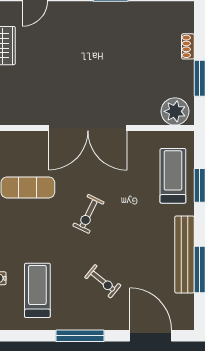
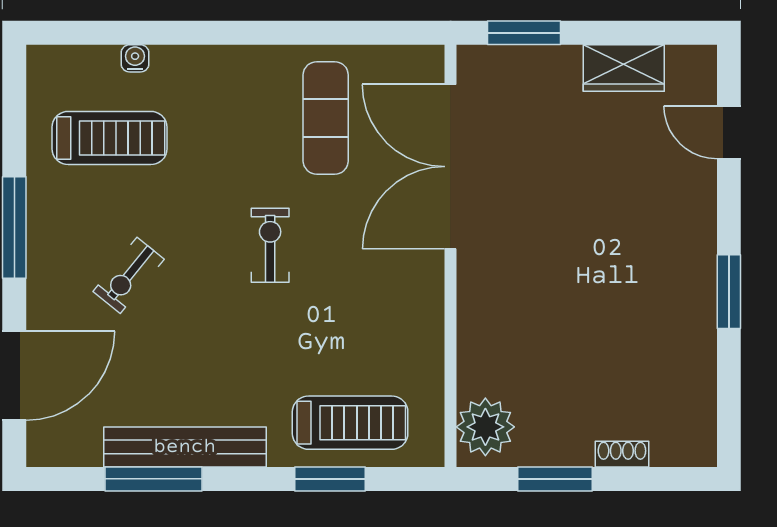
double door: (88, 128) -> (451, 167), moved
exercise bike: (88, 214) -> (270, 245), turned 64

